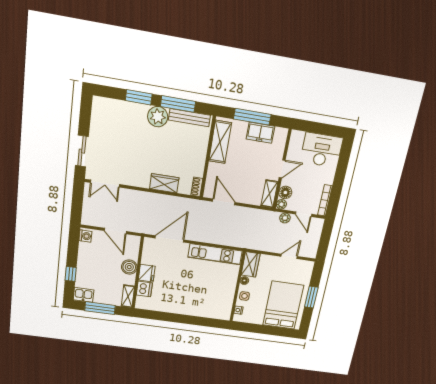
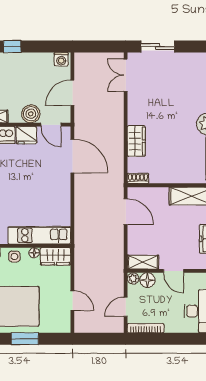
door: (224, 202) -> (126, 212), hinge flipped
plant: (285, 218) -> (118, 286), removed
door: (140, 252) -> (51, 125), added
kitchen unit: (215, 254) -> (39, 235), moved, turned 90

